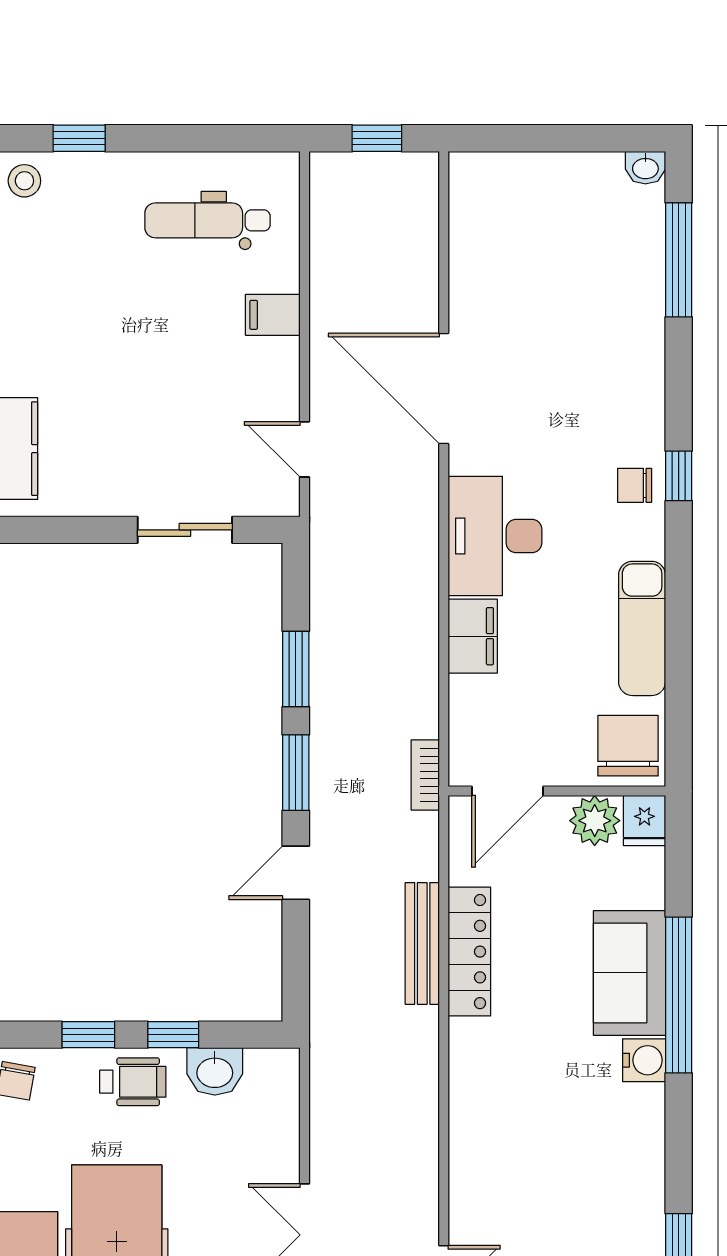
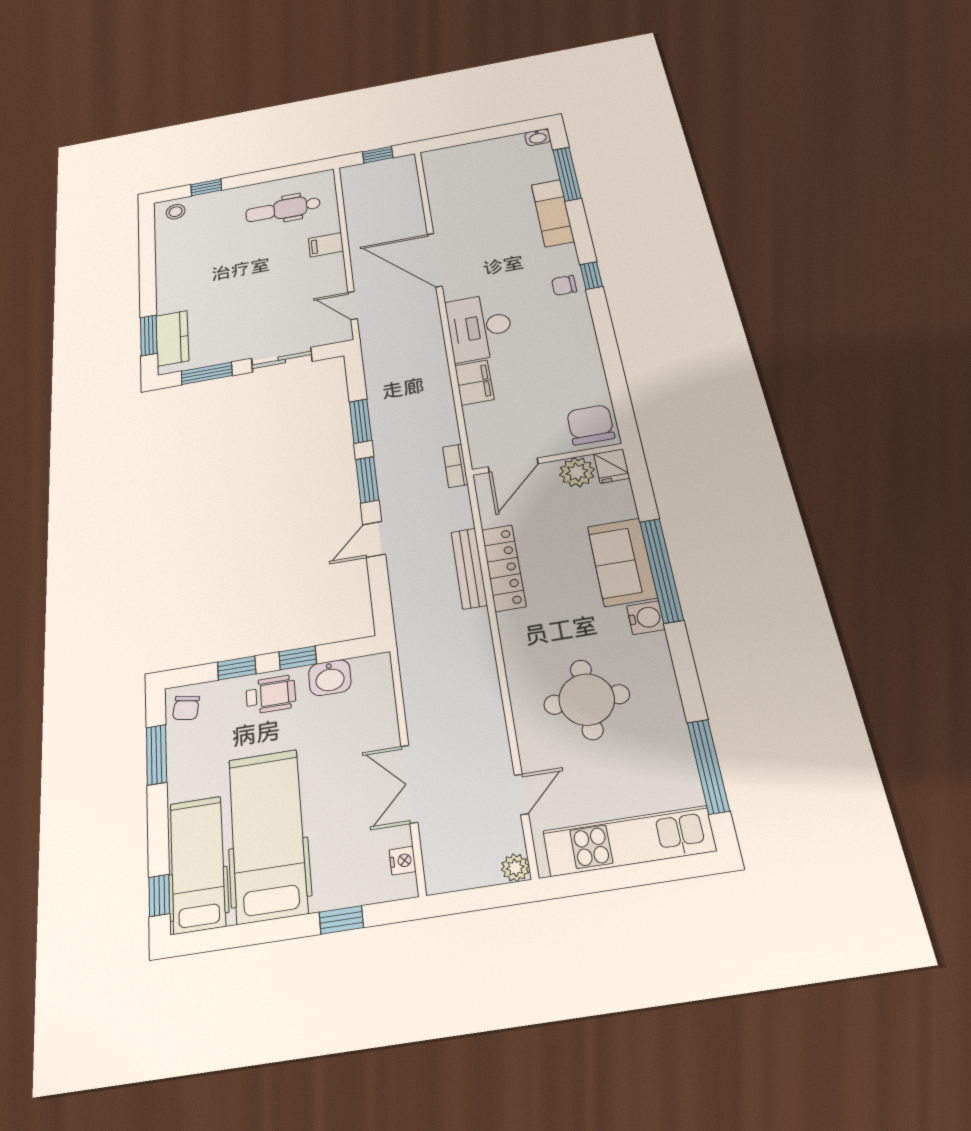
window: (65, 530) -> (207, 373), added
exam couch: (642, 628) -> (553, 213), moved
round table: (547, 1161) -> (587, 699), added

